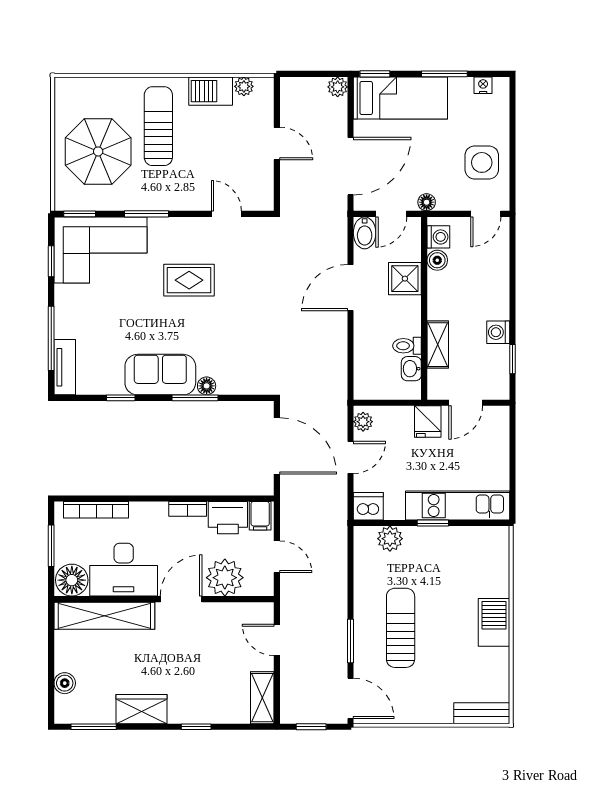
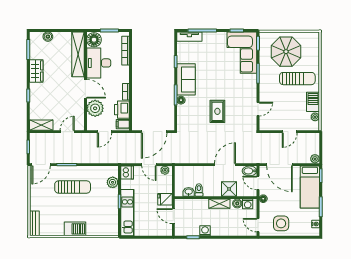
rug: (189, 280) -> (217, 111), moved
door: (351, 288) -> (225, 165), hinge flipped
shelving: (438, 345) -> (219, 204), moved

